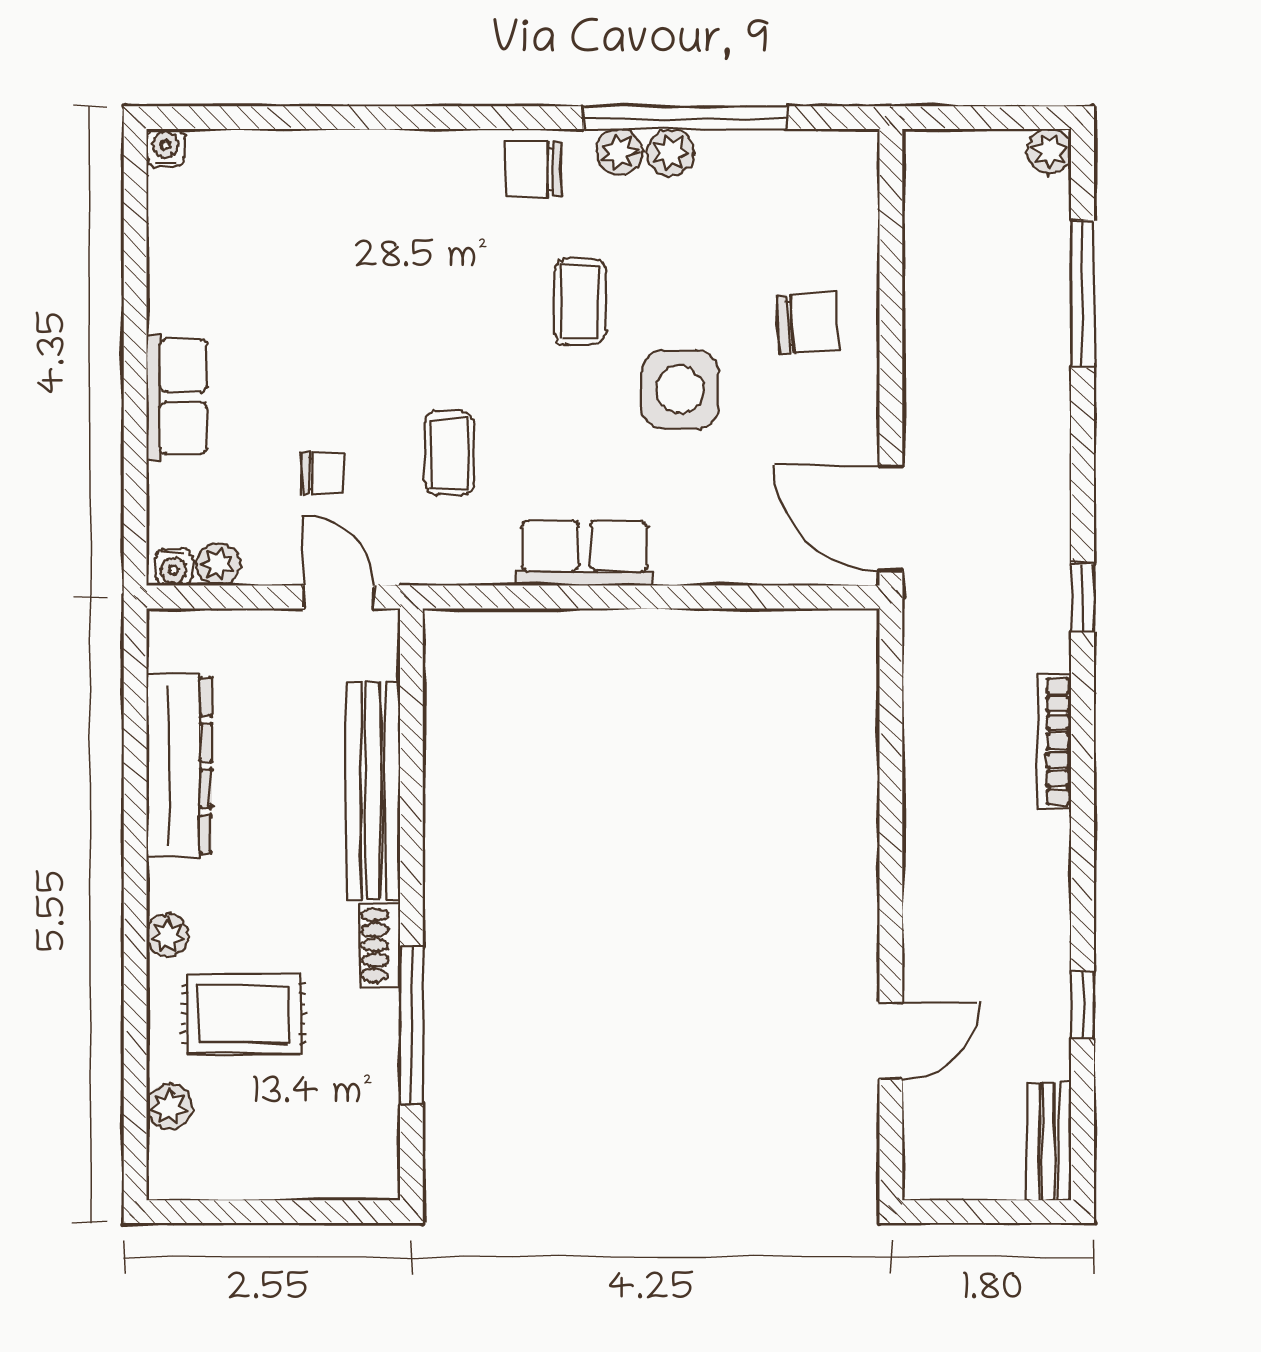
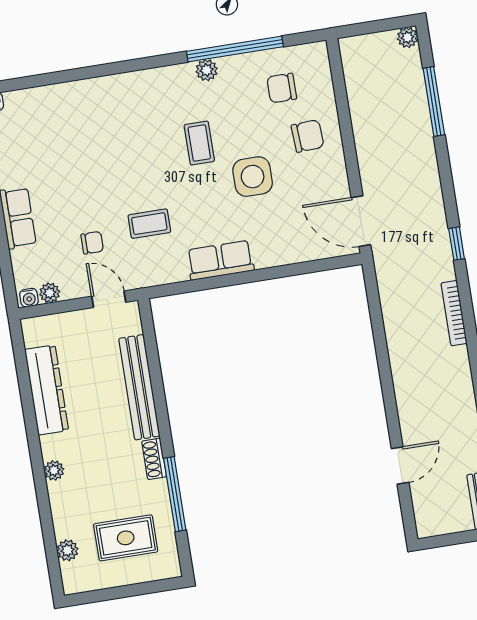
plant: (670, 152) -> (230, 66), removed
chair: (534, 169) -> (282, 88), moved
coffee table: (449, 453) -> (149, 224), turned 90
rug: (243, 1014) -> (126, 538), moved

